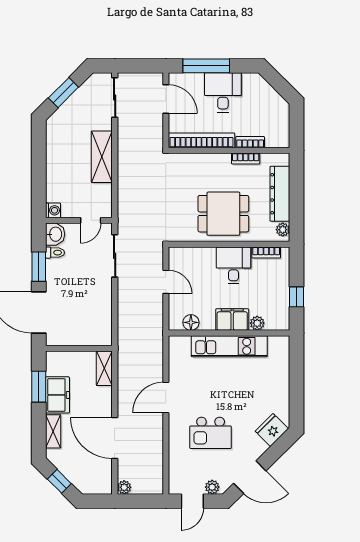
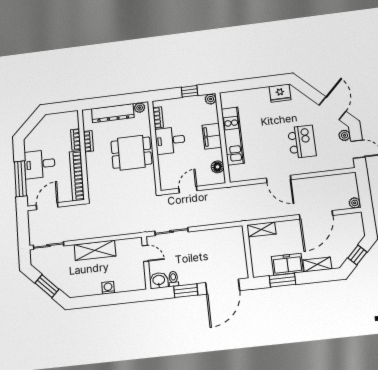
washing machine: (53, 210) -> (108, 288), moved
dining table: (223, 214) -> (131, 153), turned 90
plant: (257, 323) -> (211, 99), moved
fridge: (272, 430) -> (280, 93), moved, turned -45

